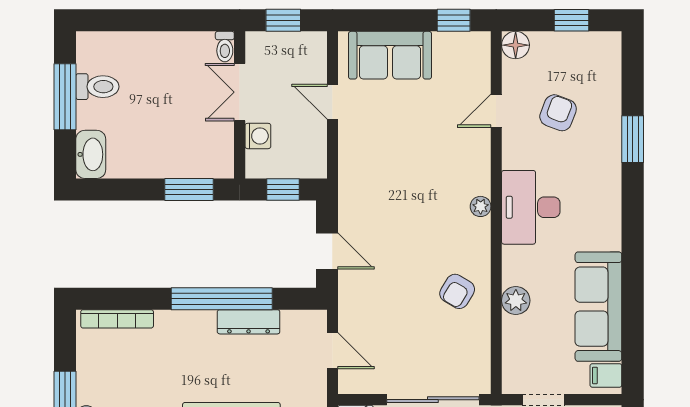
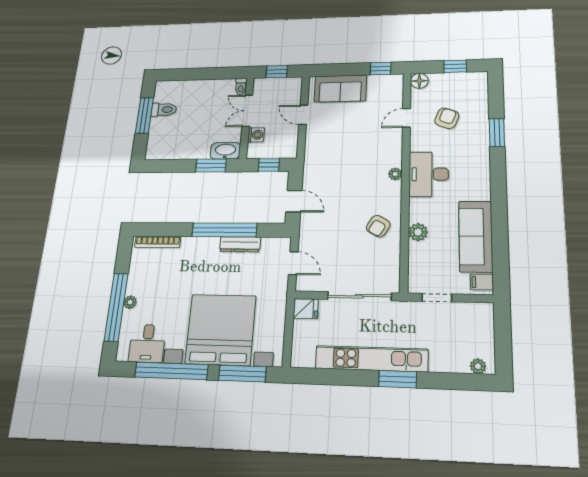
washbasin: (91, 154) -> (225, 151), moved, turned -90

